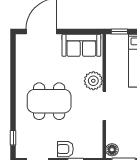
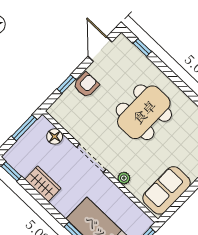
plant: (93, 81) -> (124, 178), width x0.53, depth x0.53
floor lamp: (112, 150) -> (55, 136), moved

